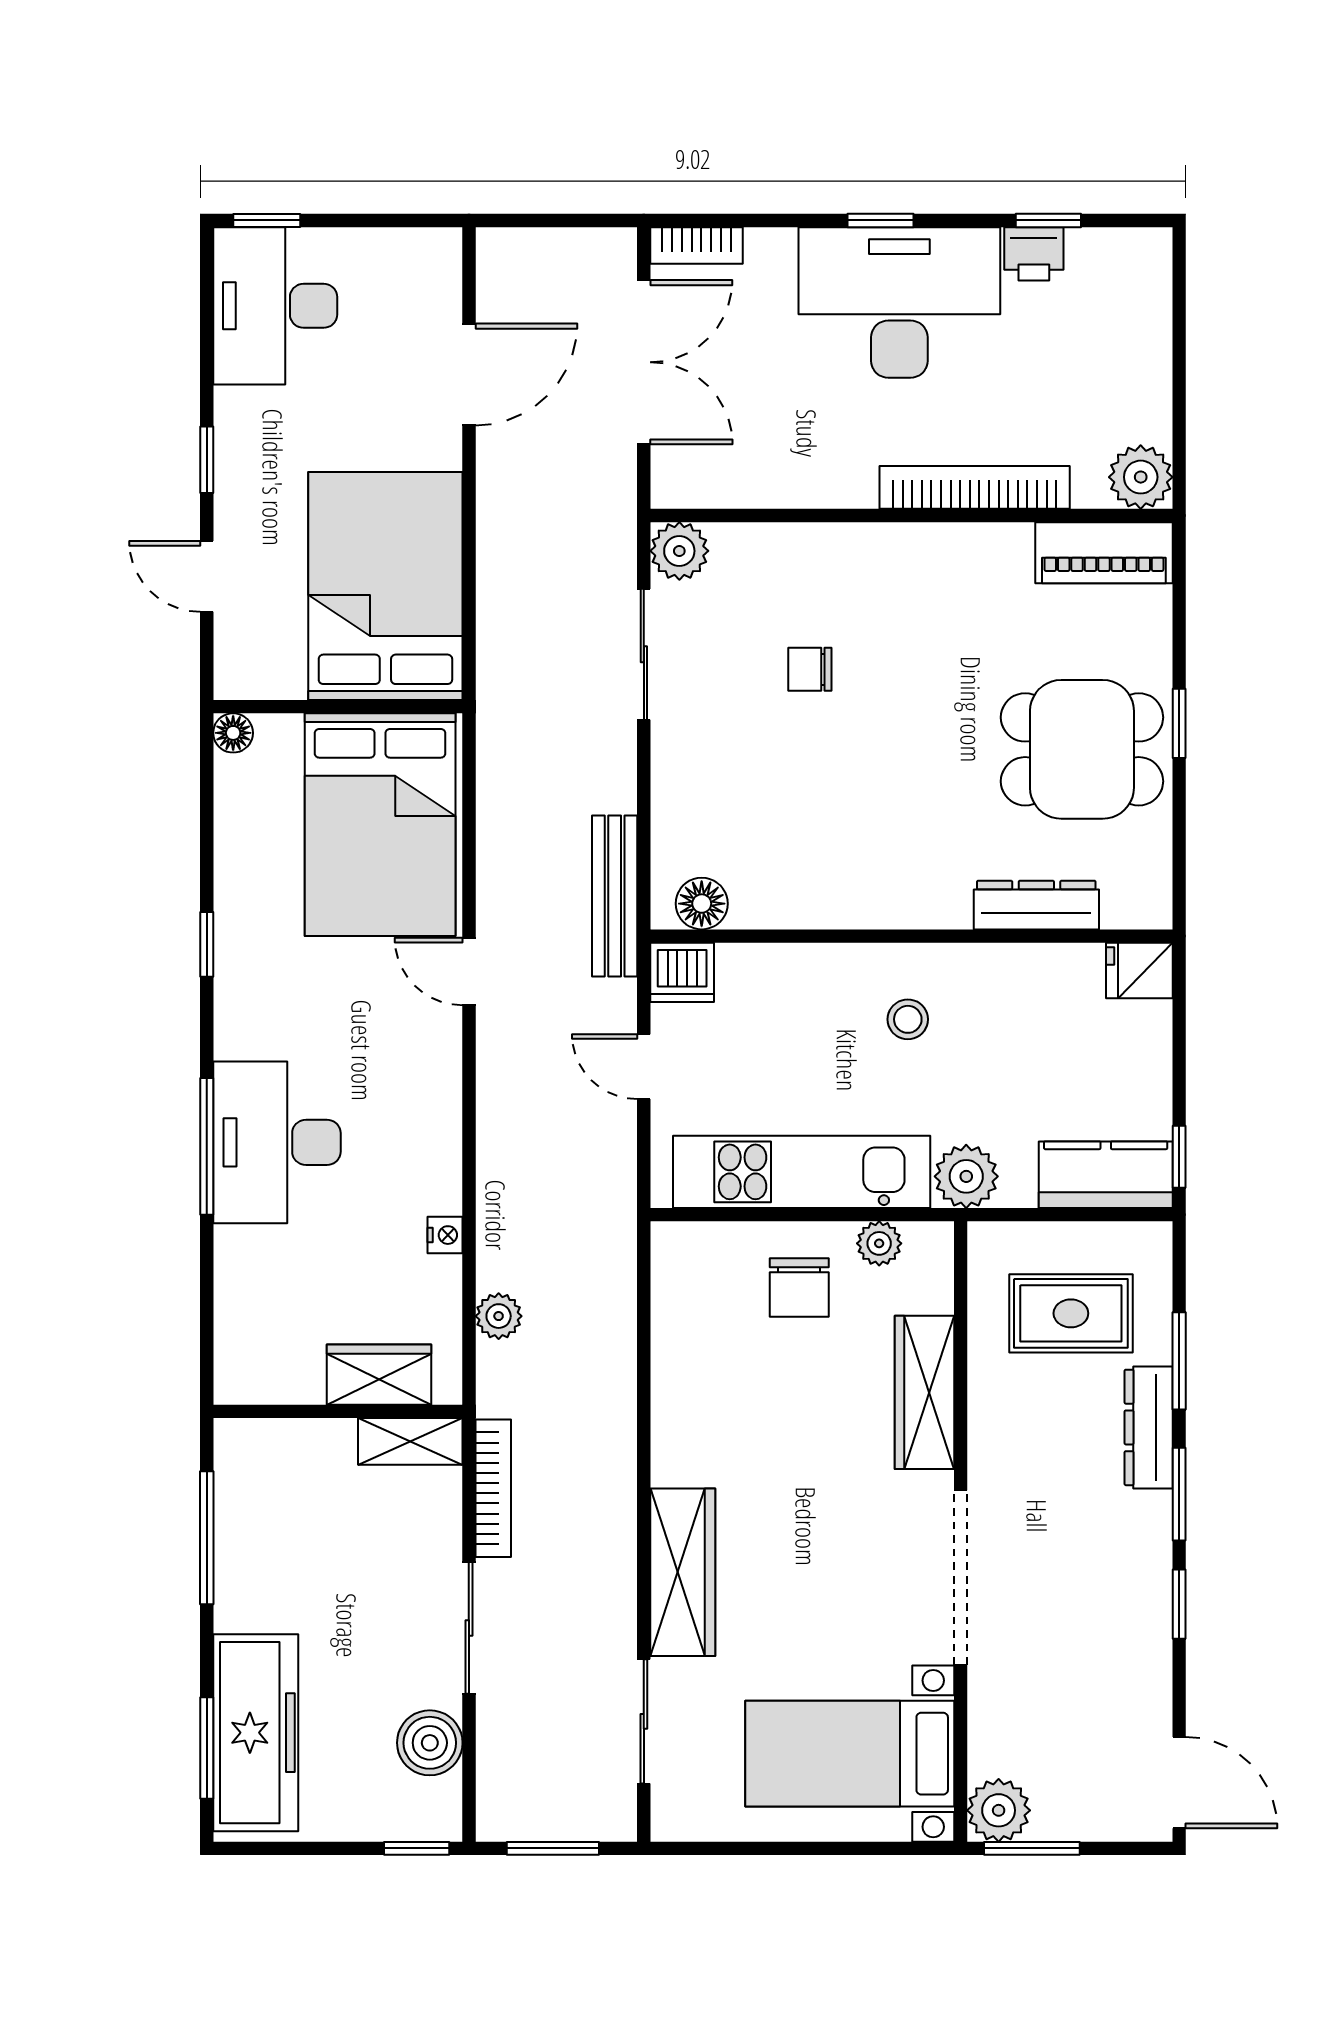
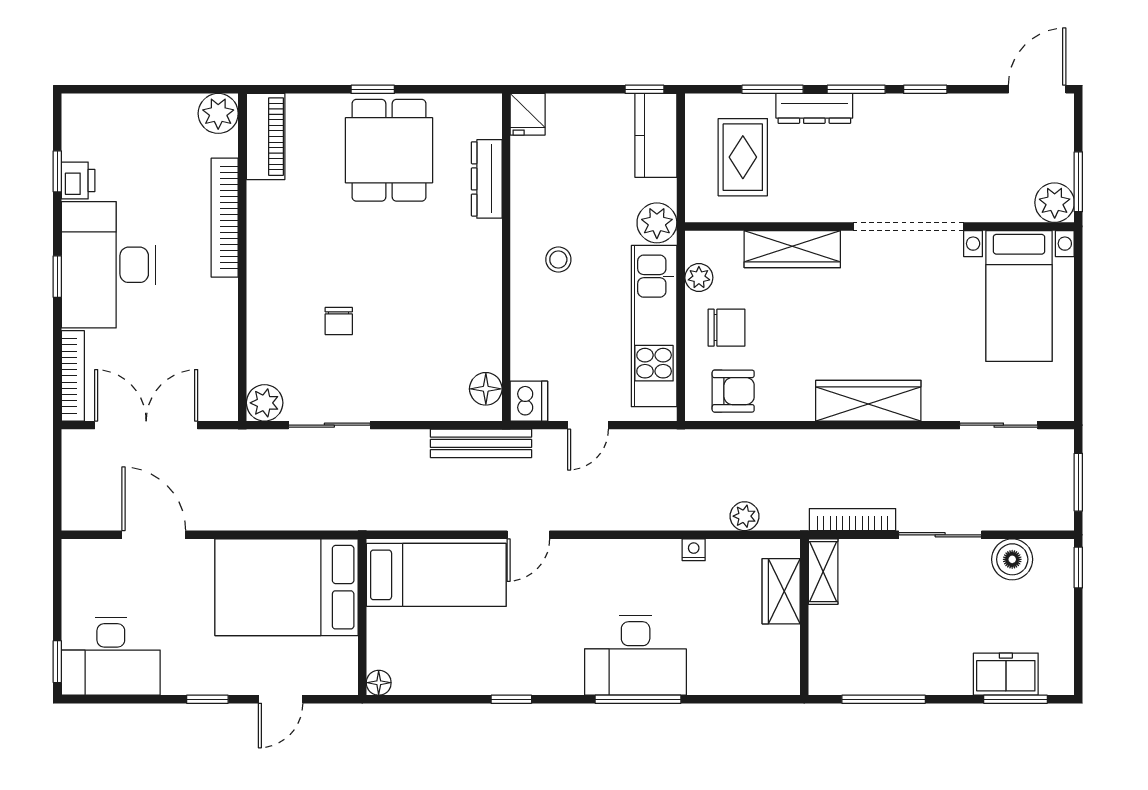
bookcase: (696, 245) -> (73, 376), width x1.56
bed: (380, 825) -> (436, 575), width x0.67
armchair: (698, 1298) -> (733, 391), added
wardrobe: (683, 1572) -> (868, 401), moved
freezer: (256, 1733) -> (1006, 674), width x0.52, depth x0.79

